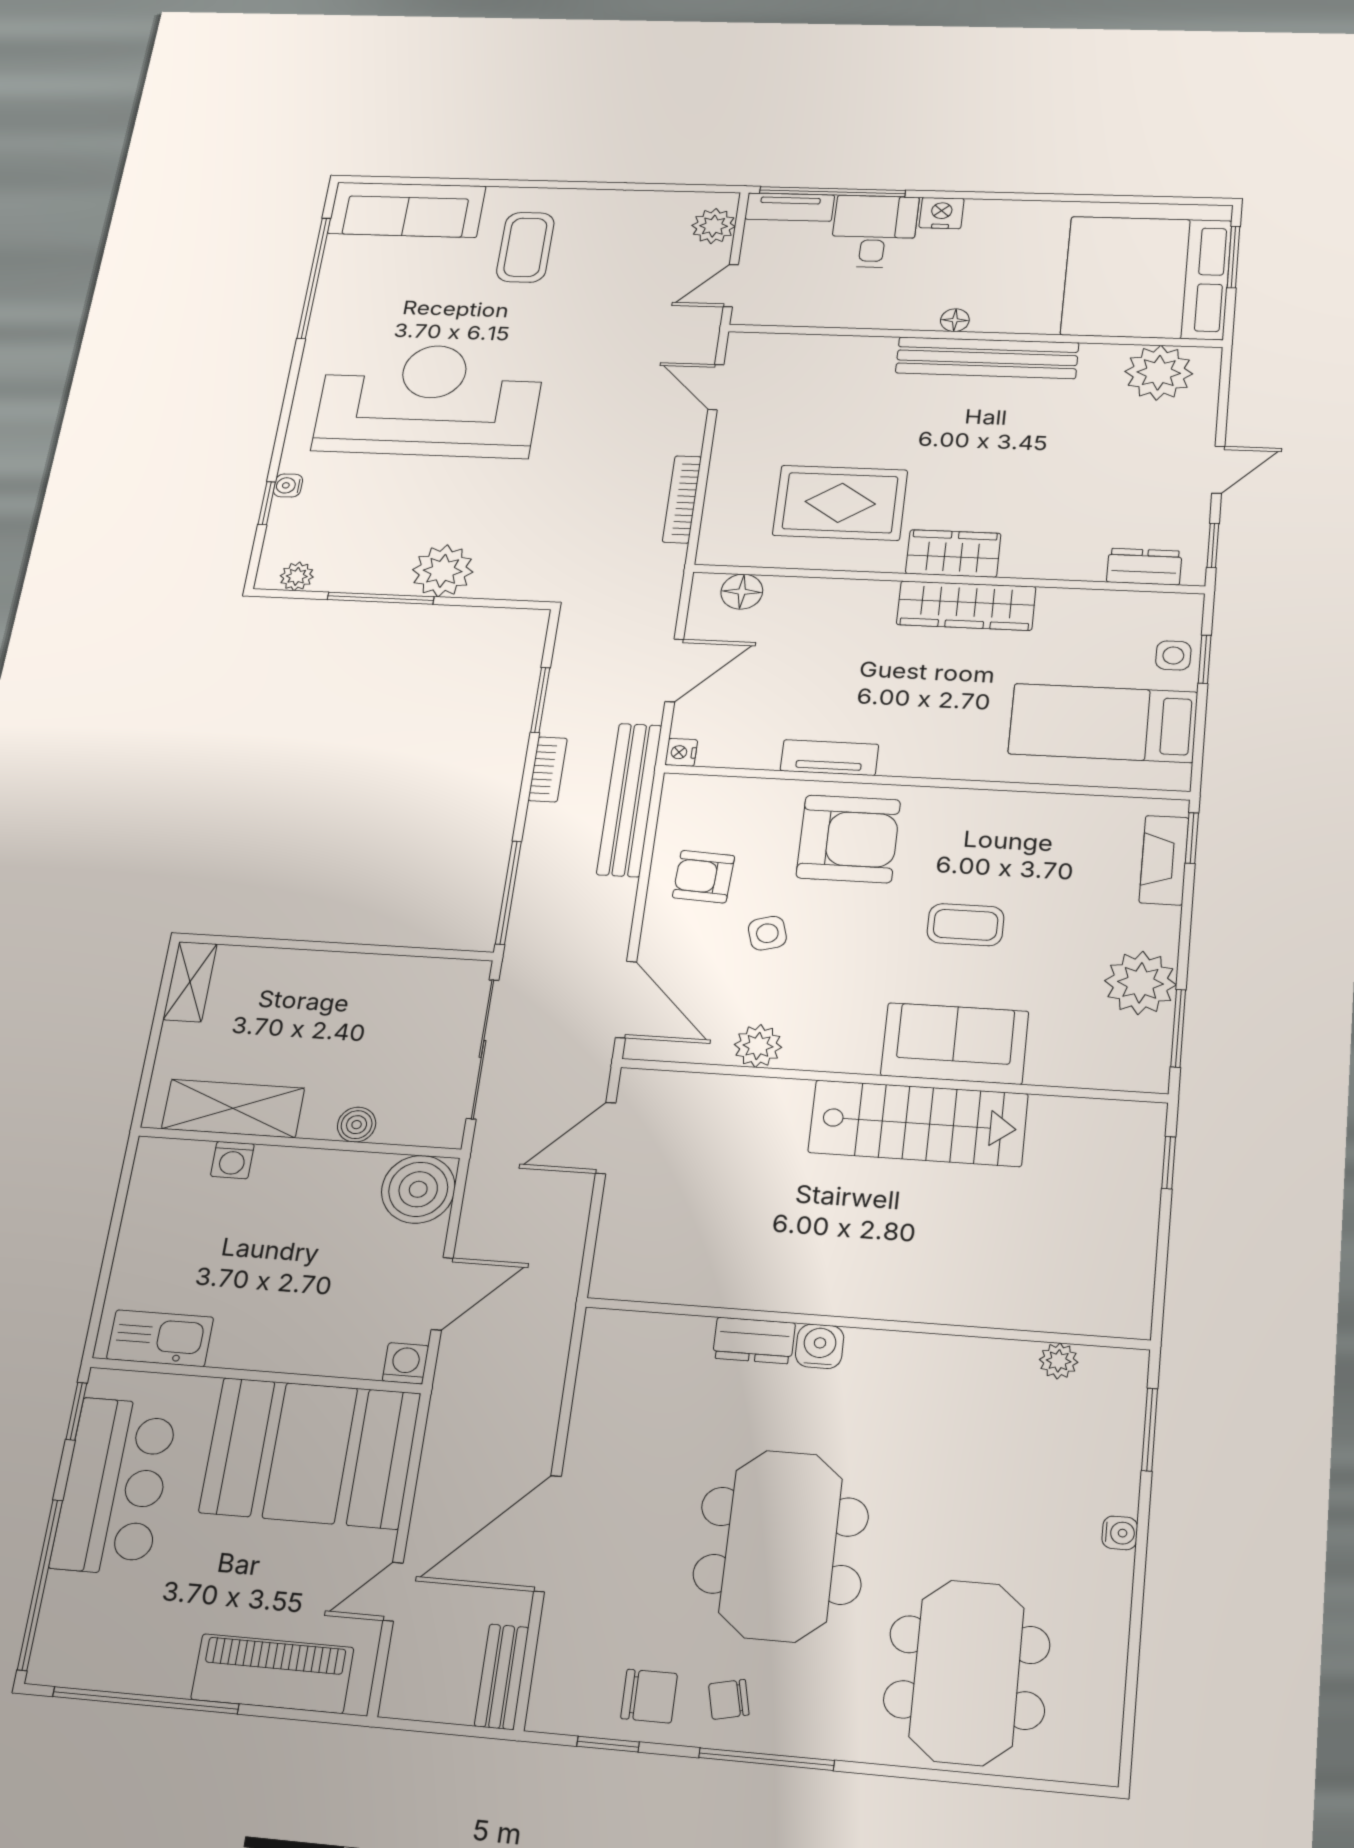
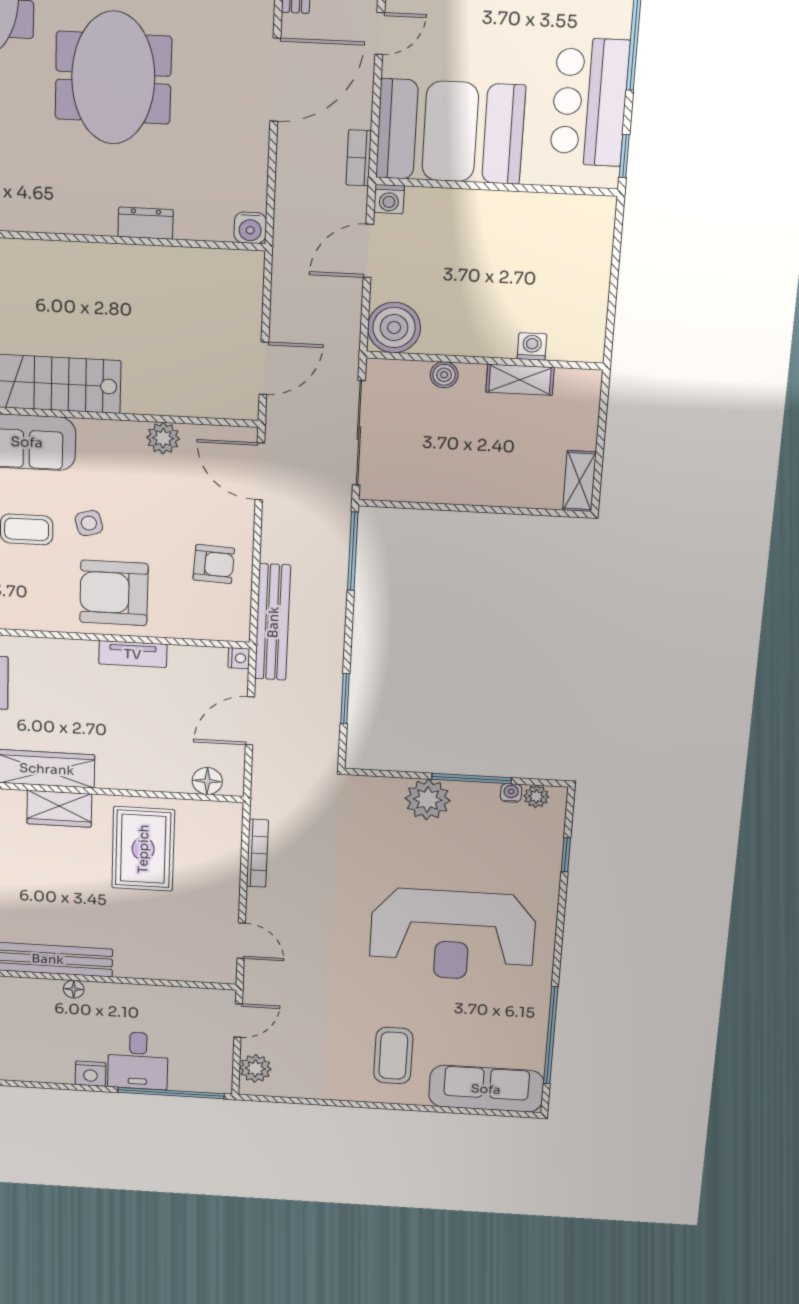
tv unit: (790, 207) -> (201, 1082), removed
water cooler: (288, 485) -> (511, 793), moved, turned -90
rug: (840, 503) -> (143, 849), turned 90
bookcase: (548, 769) -> (359, 158), moved
side table: (767, 933) -> (89, 523), moved
shelving: (233, 1108) -> (520, 380), width x0.67, depth x0.75
kitchen sink: (160, 1338) -> (569, 212), removed
water cooler: (820, 1346) -> (250, 228), moved

